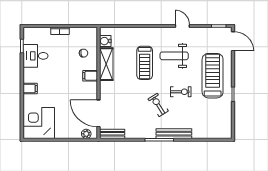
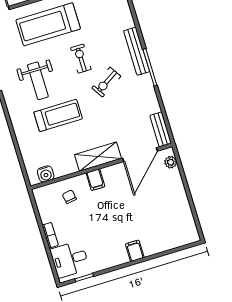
desk: (35, 56) -> (70, 259), moved, turned 90
shelving: (106, 64) -> (98, 157), moved
corner desk: (39, 123) -> (175, 227), removed

